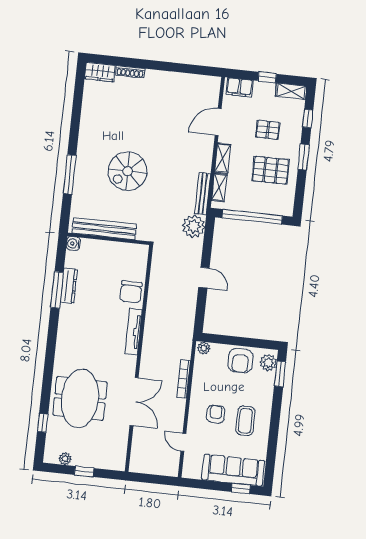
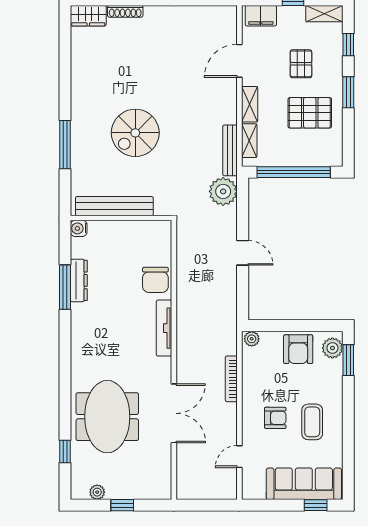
pallet: (268, 130) -> (301, 64), turned 90
armchair: (216, 414) -> (275, 418), turned 90
door: (183, 442) -> (239, 457), hinge flipped

